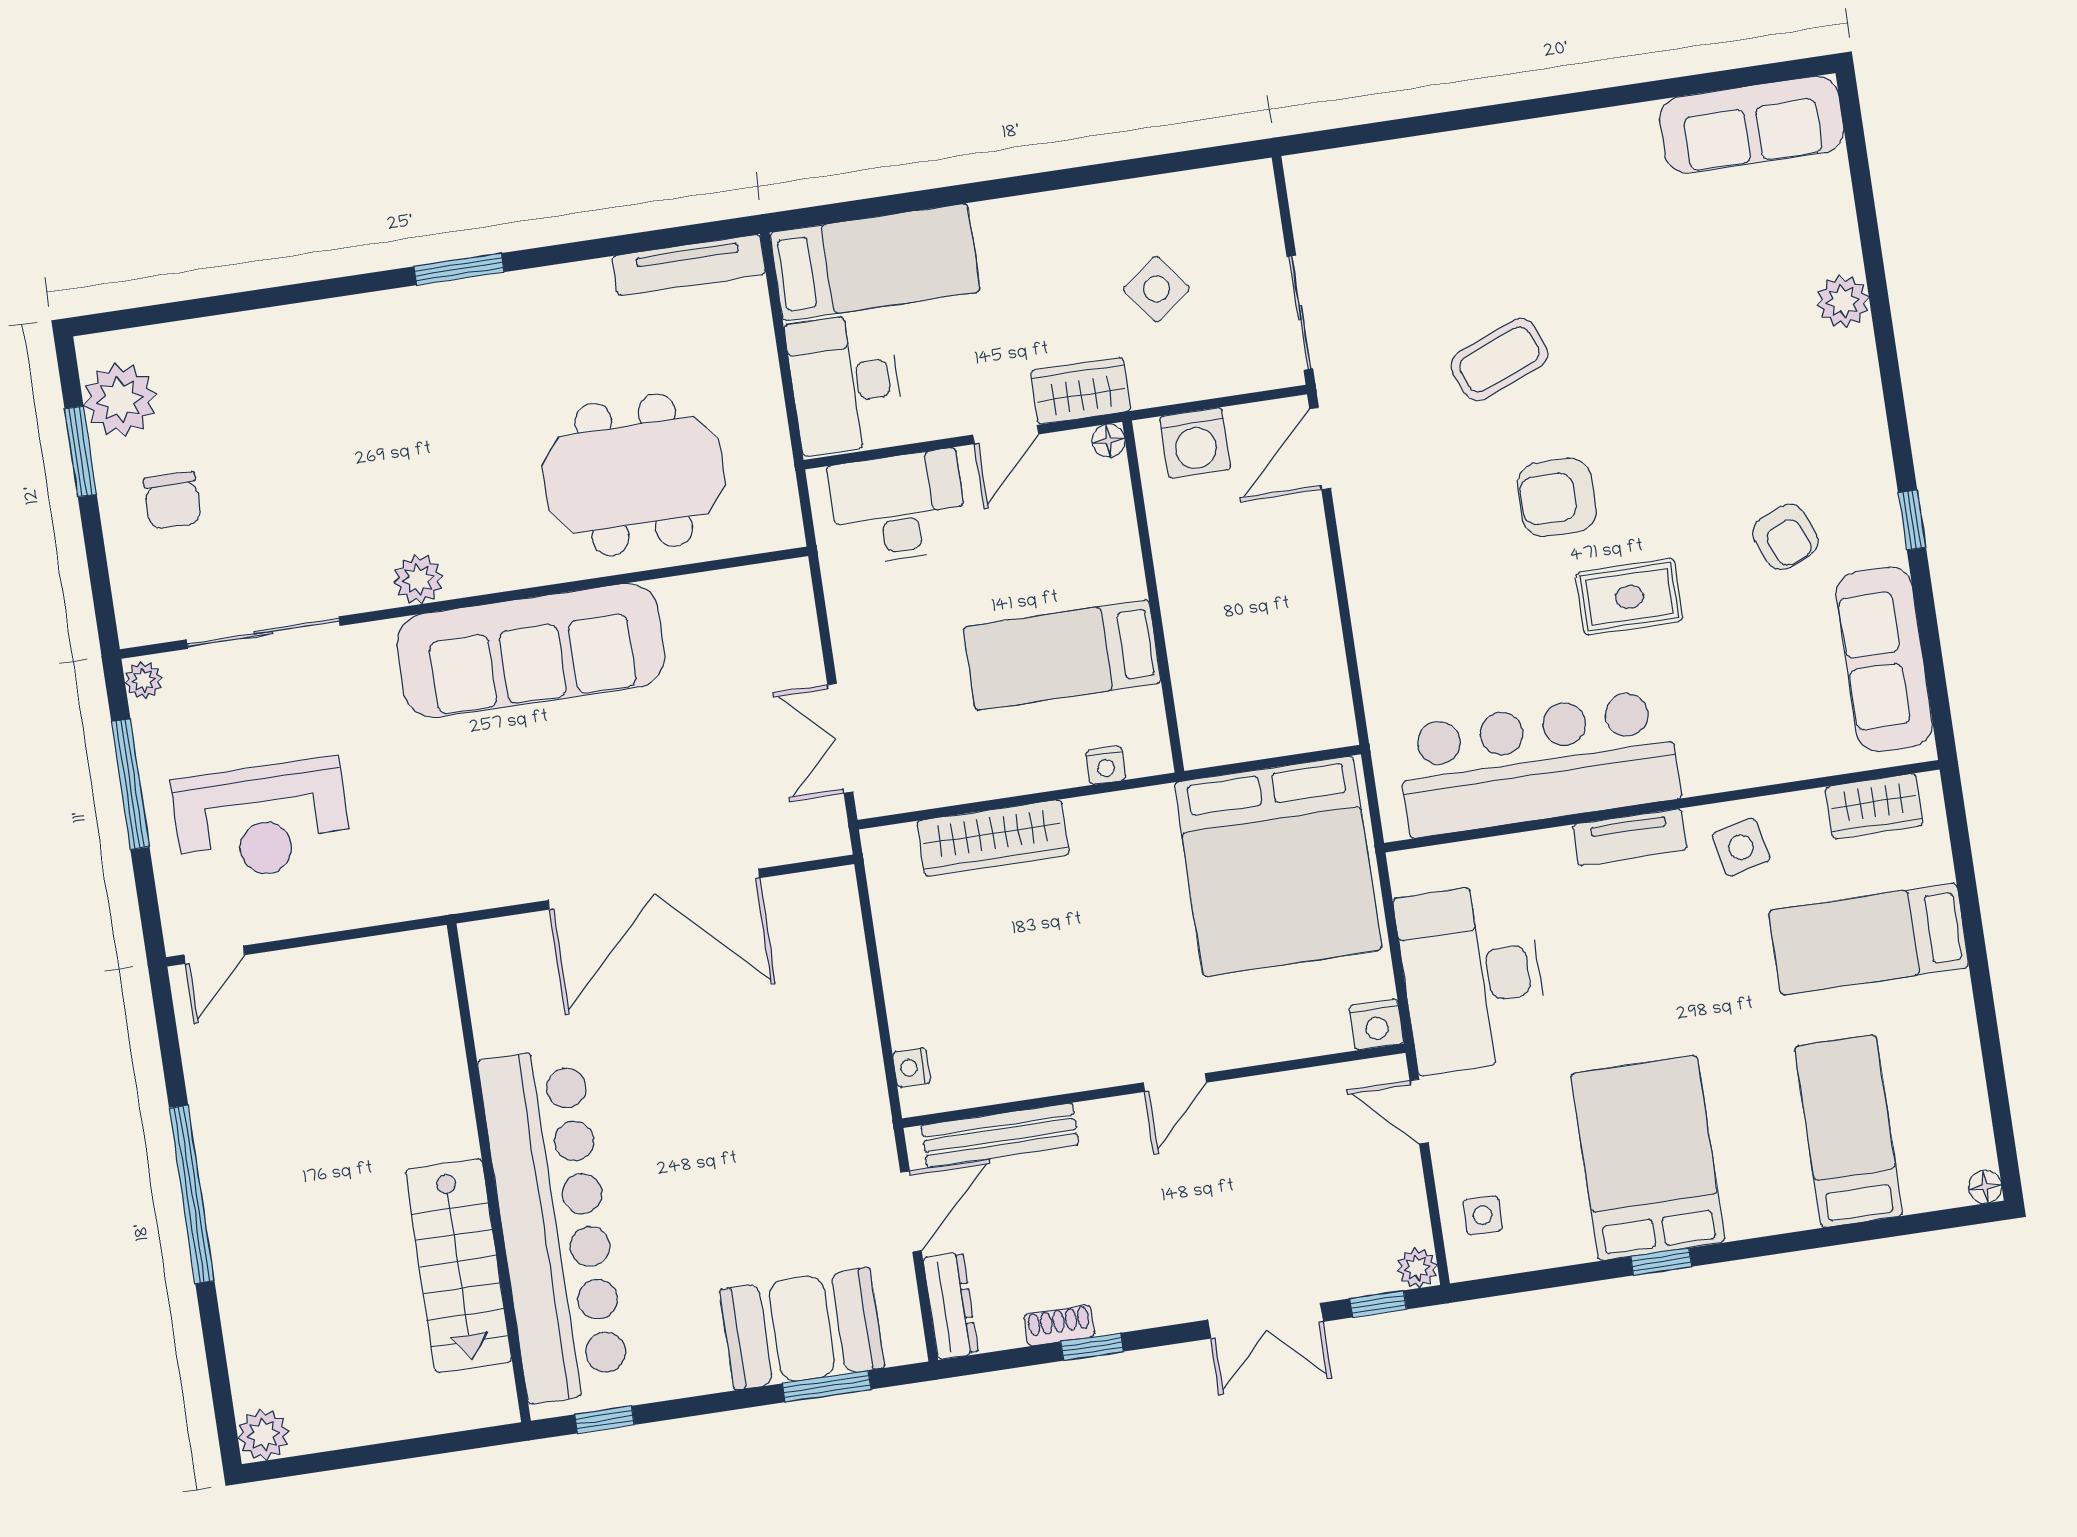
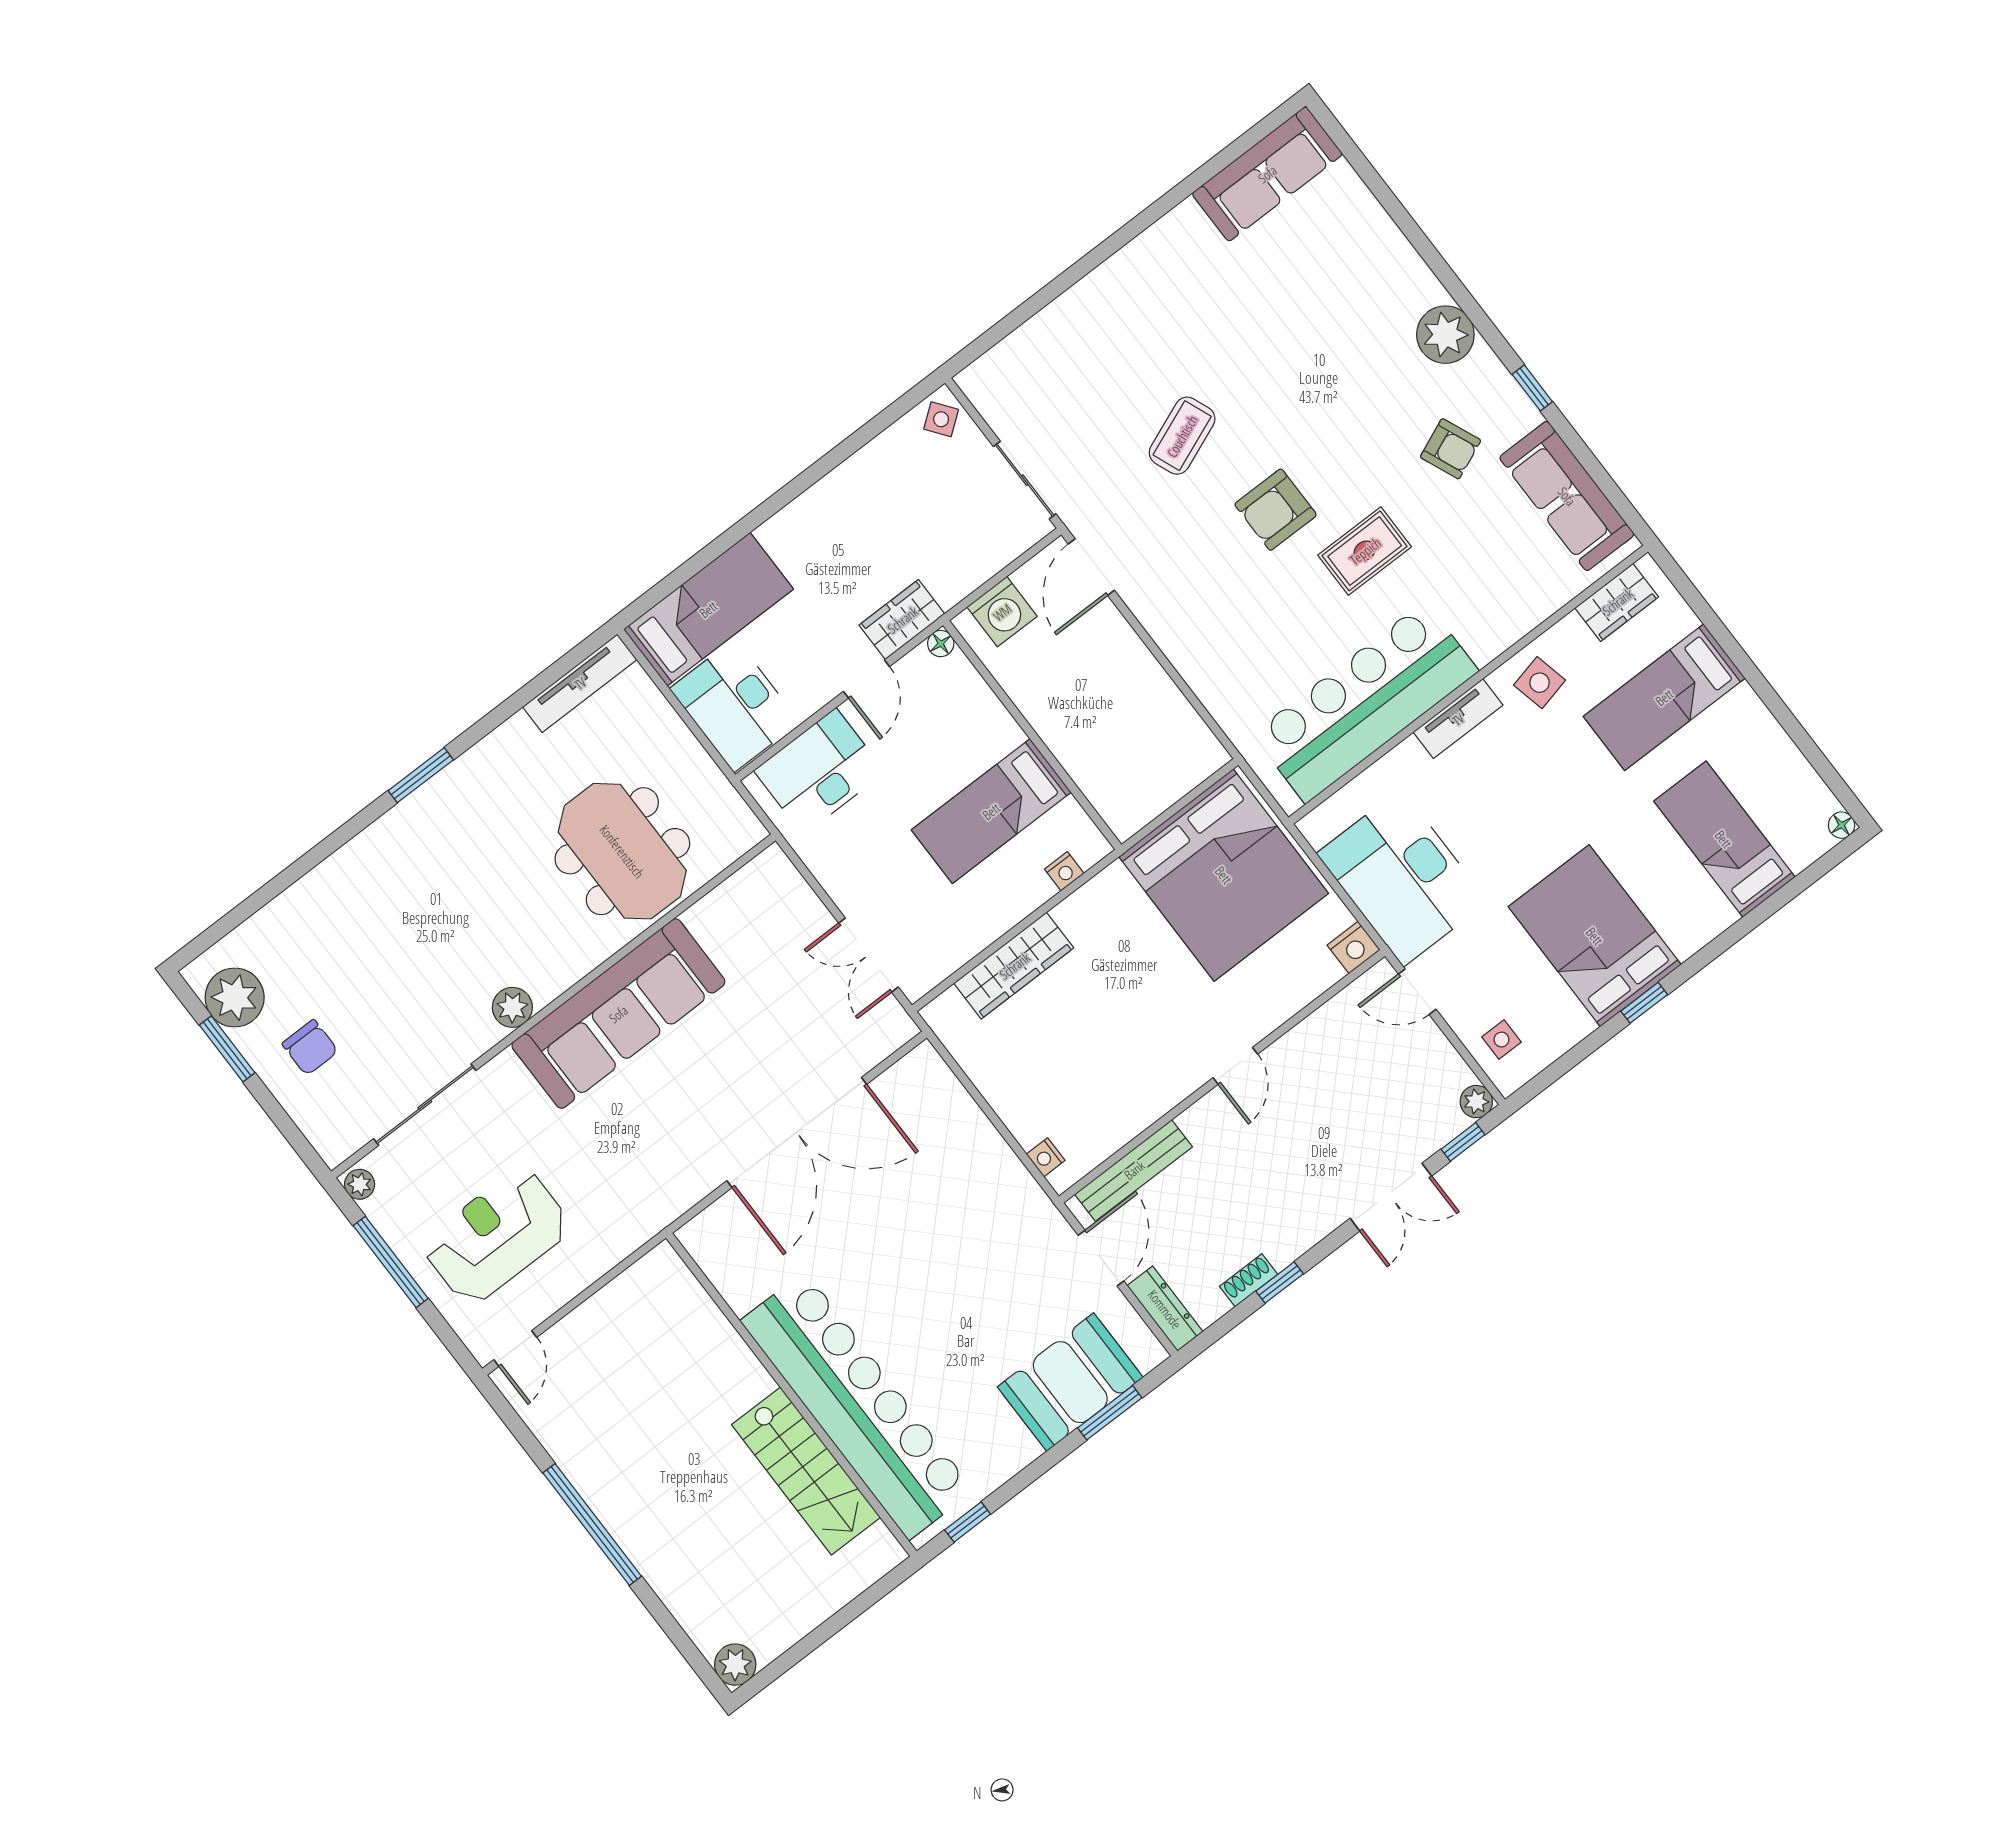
side table: (1156, 289) -> (941, 419), moved, width x0.73, depth x0.73
plant: (1843, 301) -> (1445, 335), moved, width x1.36, depth x1.36
meeting table: (634, 475) -> (622, 851), turned 90
reception desk: (262, 820) -> (496, 1236), turned 180

